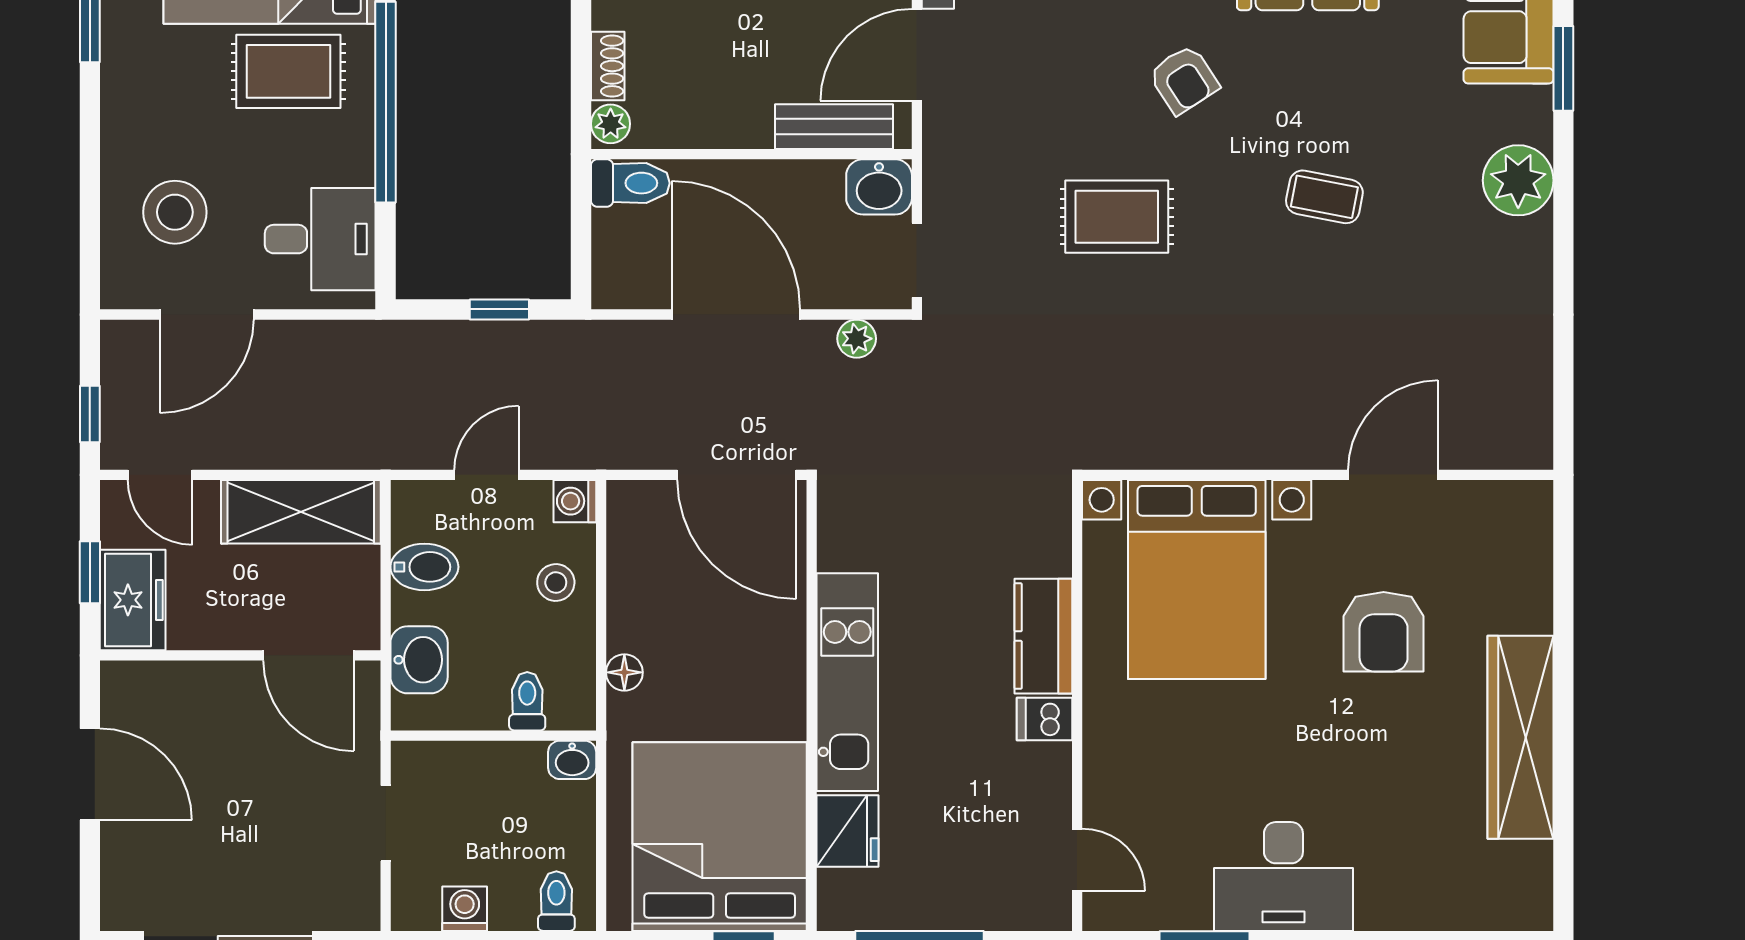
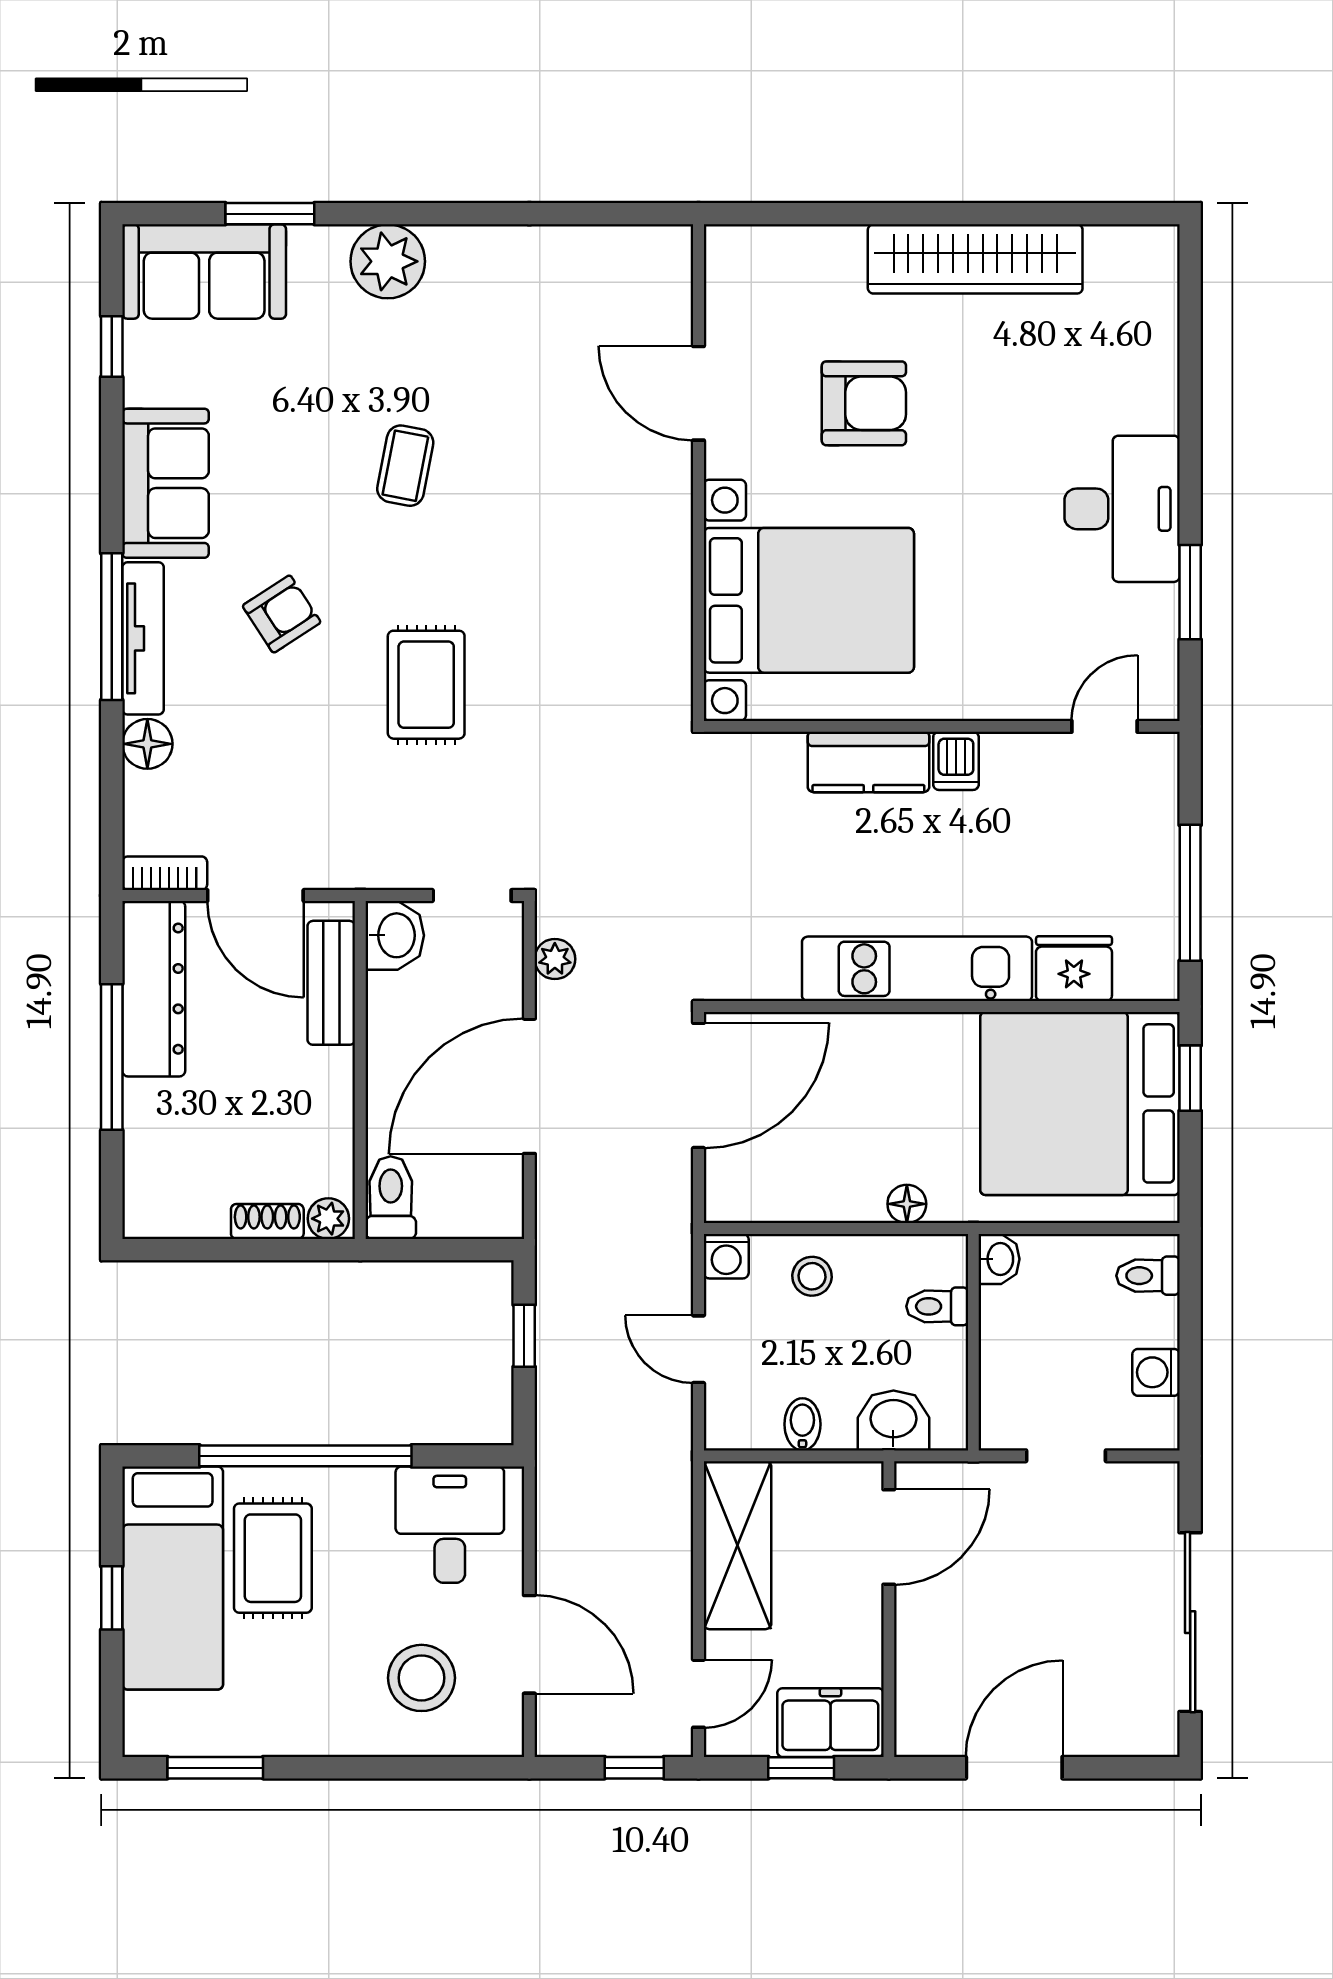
bidet: (424, 567) -> (802, 1424), width x0.72, depth x0.74

